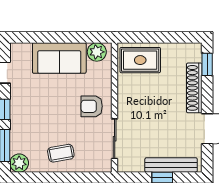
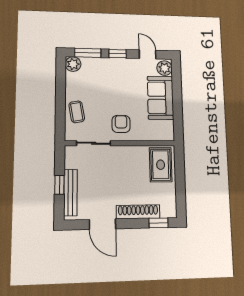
plant: (97, 52) -> (165, 68), moved
coffee table: (61, 153) -> (77, 112), moved

